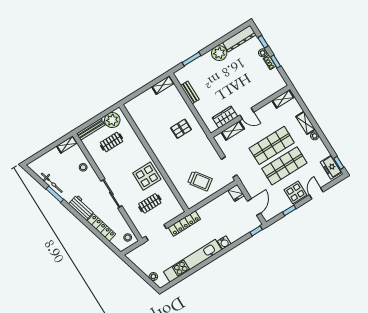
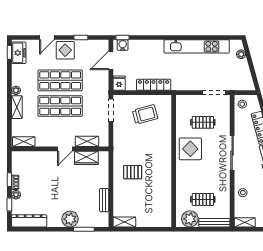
plant: (219, 53) -> (70, 219), moved
door: (247, 114) -> (65, 149), swing flipped
trolley: (200, 181) -> (145, 114), turned 111
locker: (184, 223) -> (154, 85), moved
water cooler: (224, 243) -> (123, 45), moved

